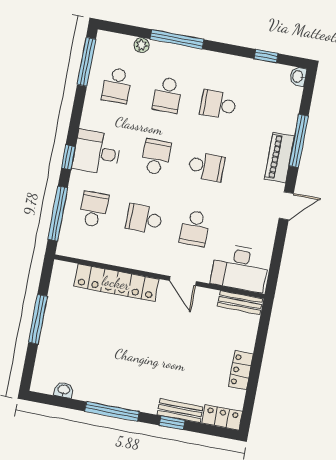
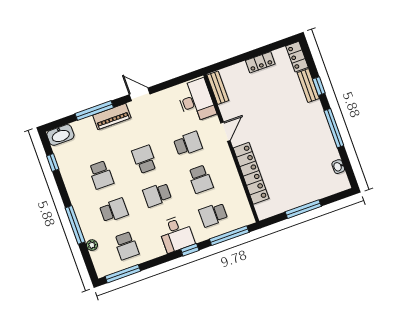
washbasin: (298, 77) -> (60, 135), width x1.91, depth x1.45
school desk: (117, 85) -> (126, 246), turned 90

